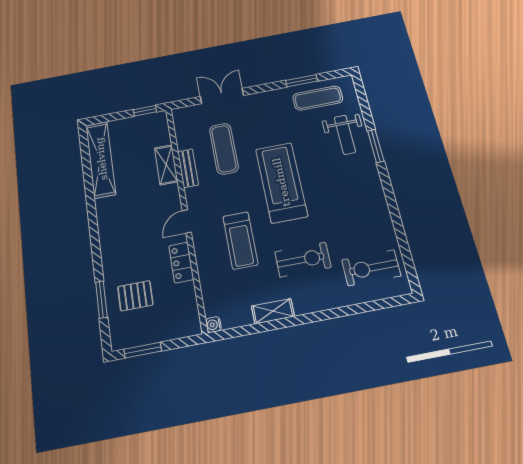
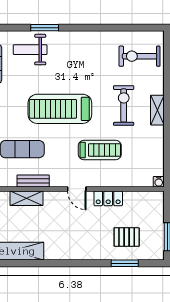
weight bench: (345, 135) -> (30, 50), turned 180
exercise bike: (371, 268) -> (140, 56), turned 90
pallet: (135, 296) -> (127, 237), turned 90
shelving: (273, 311) -> (157, 110), moved

